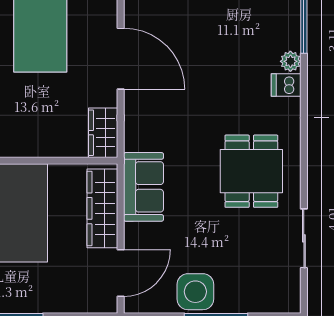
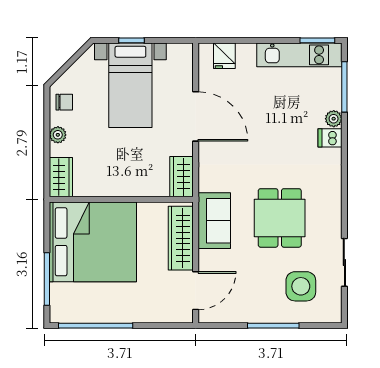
dining table: (251, 171) -> (280, 218), moved
side table: (195, 292) -> (301, 286), moved

